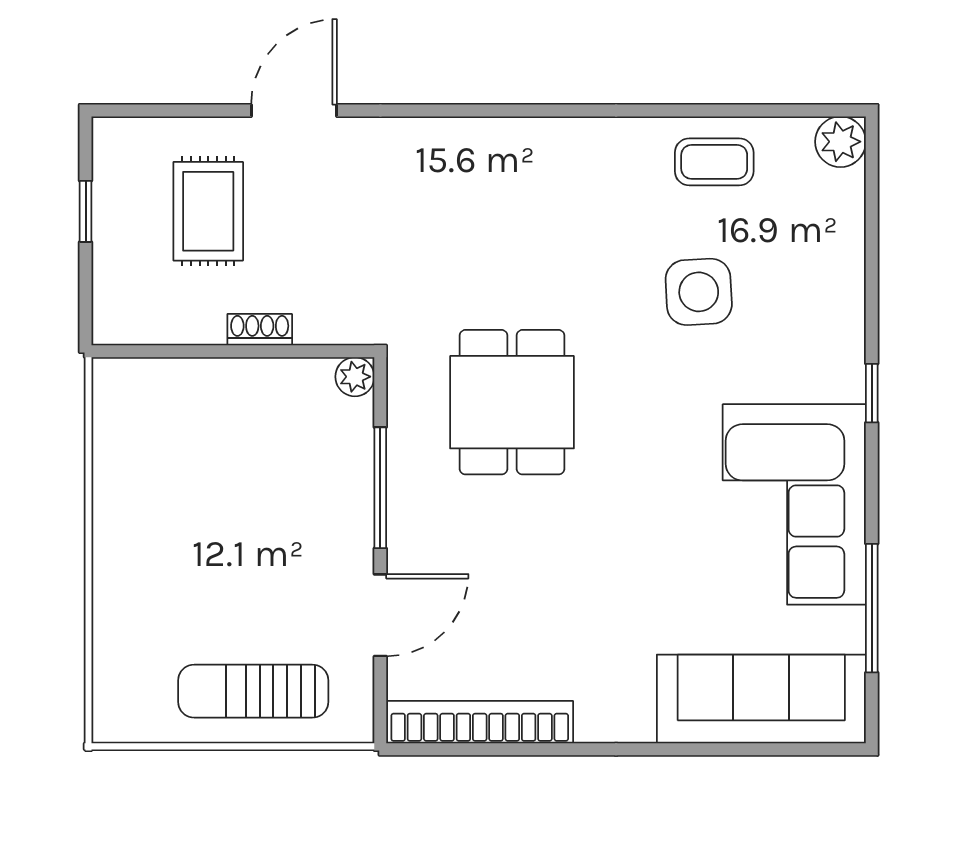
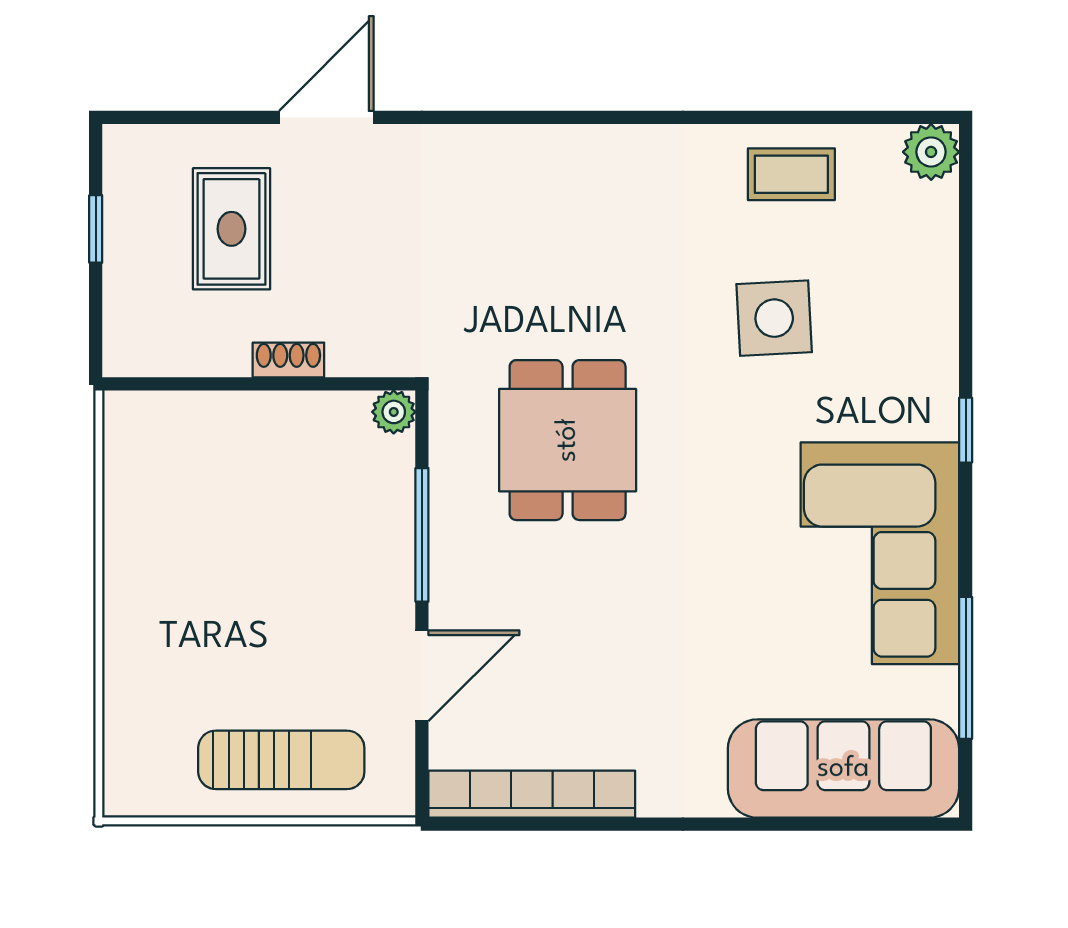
sun lounger: (253, 691) -> (281, 760), turned 180

